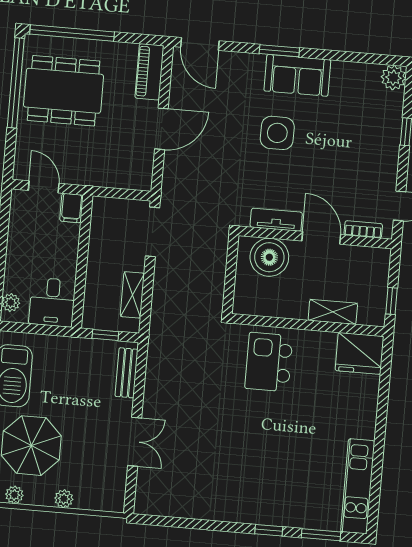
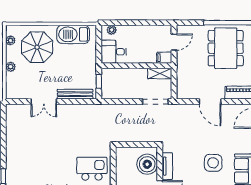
shelving: (132, 295) -> (160, 73), moved
bench: (127, 373) -> (75, 94), width x1.36

